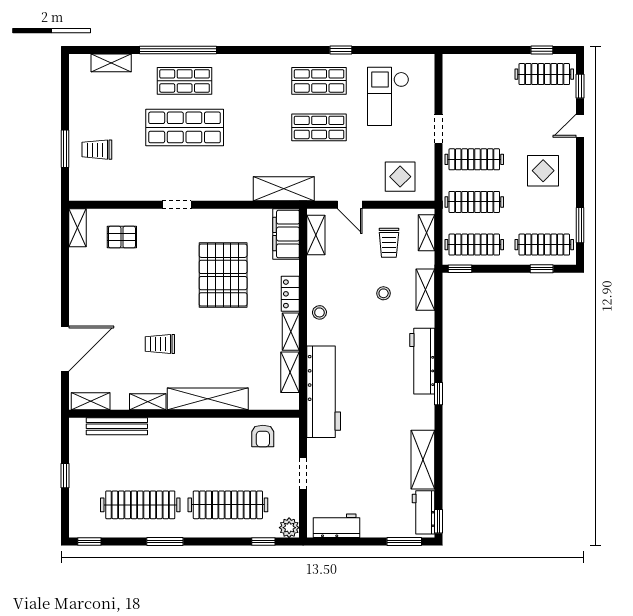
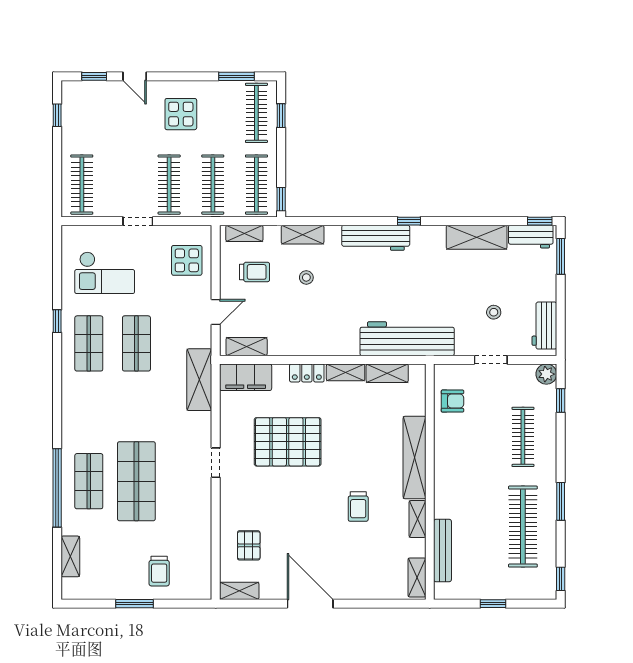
clothes rail: (544, 74) -> (82, 185), moved
window: (65, 149) -> (135, 604), moved
doorway: (177, 205) -> (216, 463), moved
stool: (319, 312) -> (494, 312), moved
door: (65, 349) -> (310, 604), moved
clothes rail: (228, 505) -> (523, 437), width x0.73, depth x0.76

